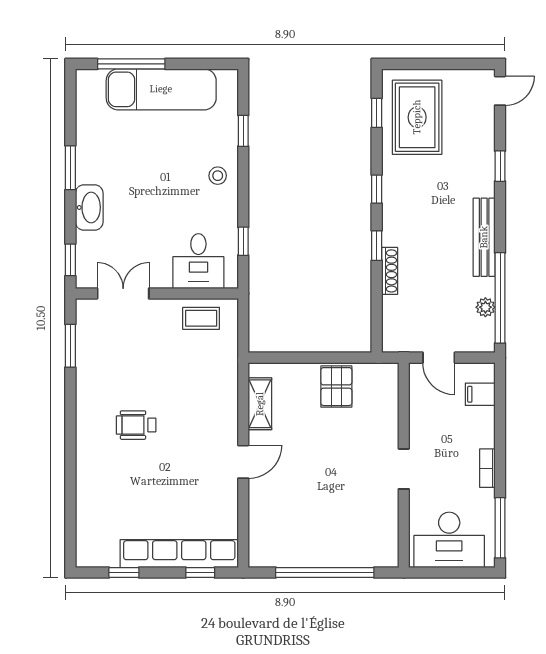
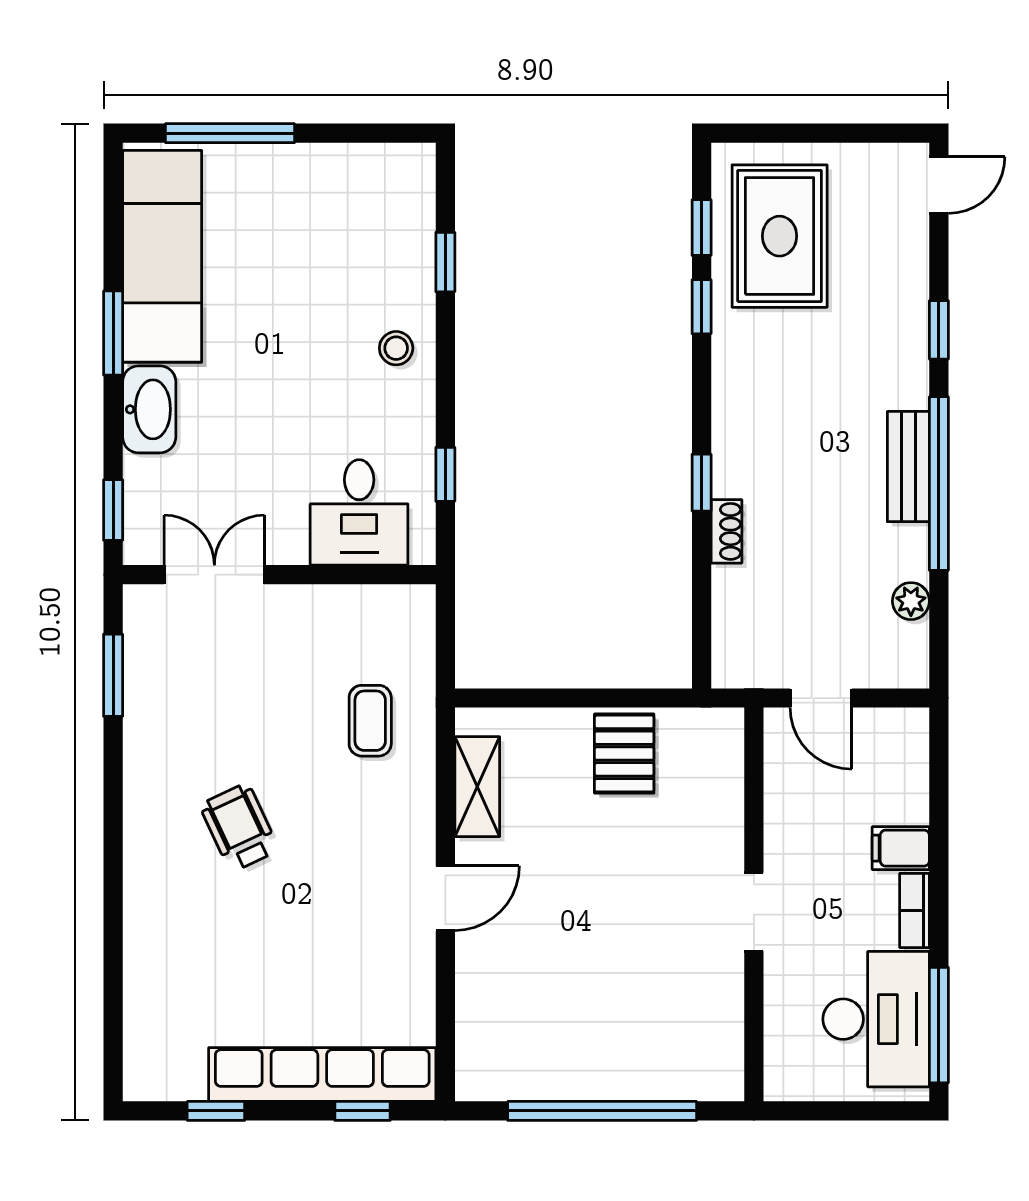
exam couch: (161, 89) -> (162, 256), moved, turned -90
window: (377, 189) -> (702, 307), moved
bench: (484, 237) -> (908, 467), width x0.73
shoe rack: (390, 271) -> (726, 531), width x0.70
window: (500, 298) -> (939, 484), moved
coffee table: (201, 318) -> (370, 721), moved, turned 90
filing cabinet: (480, 394) -> (901, 848), moved
wheelchair: (136, 425) -> (239, 827), turned 65
desk: (449, 540) -> (876, 1019), moved, turned -90

